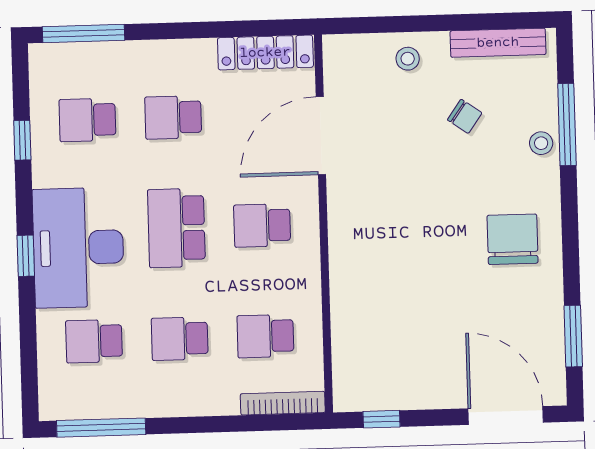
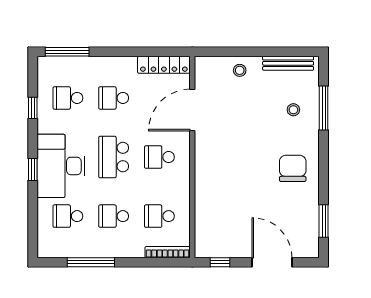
chair: (465, 116) -> (269, 102), removed
stool: (541, 143) -> (293, 110), moved
door: (506, 416) -> (272, 262), moved
window: (101, 428) -> (91, 262), moved

